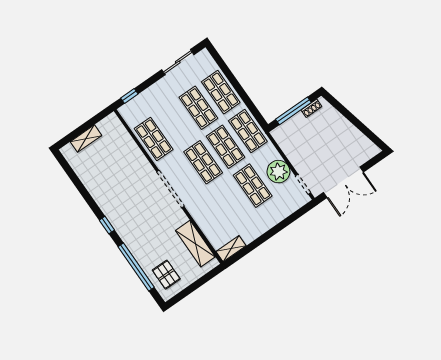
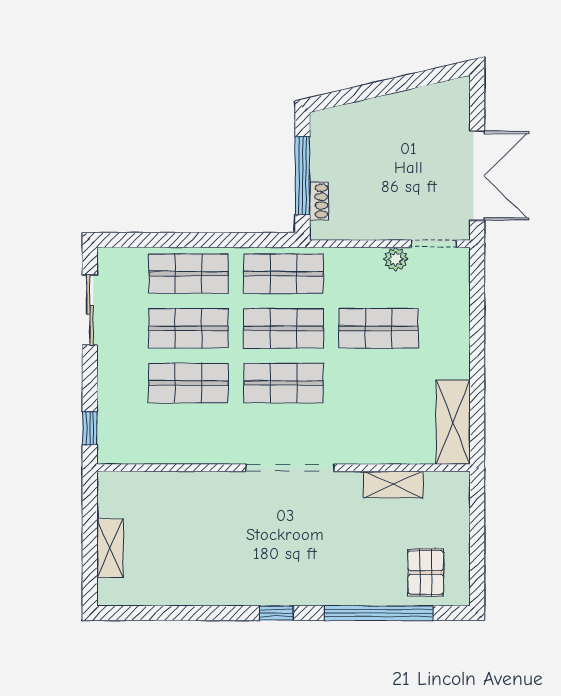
shoe rack: (311, 108) -> (319, 201), moved
shop shelf: (154, 139) -> (188, 383), moved
plant: (278, 172) -> (396, 259), width x0.53, depth x0.53
shelving: (195, 244) -> (393, 485), width x0.67, depth x0.75
shelving: (231, 249) -> (453, 422), width x1.50, depth x1.33
pallet: (166, 275) -> (426, 572), turned 90

